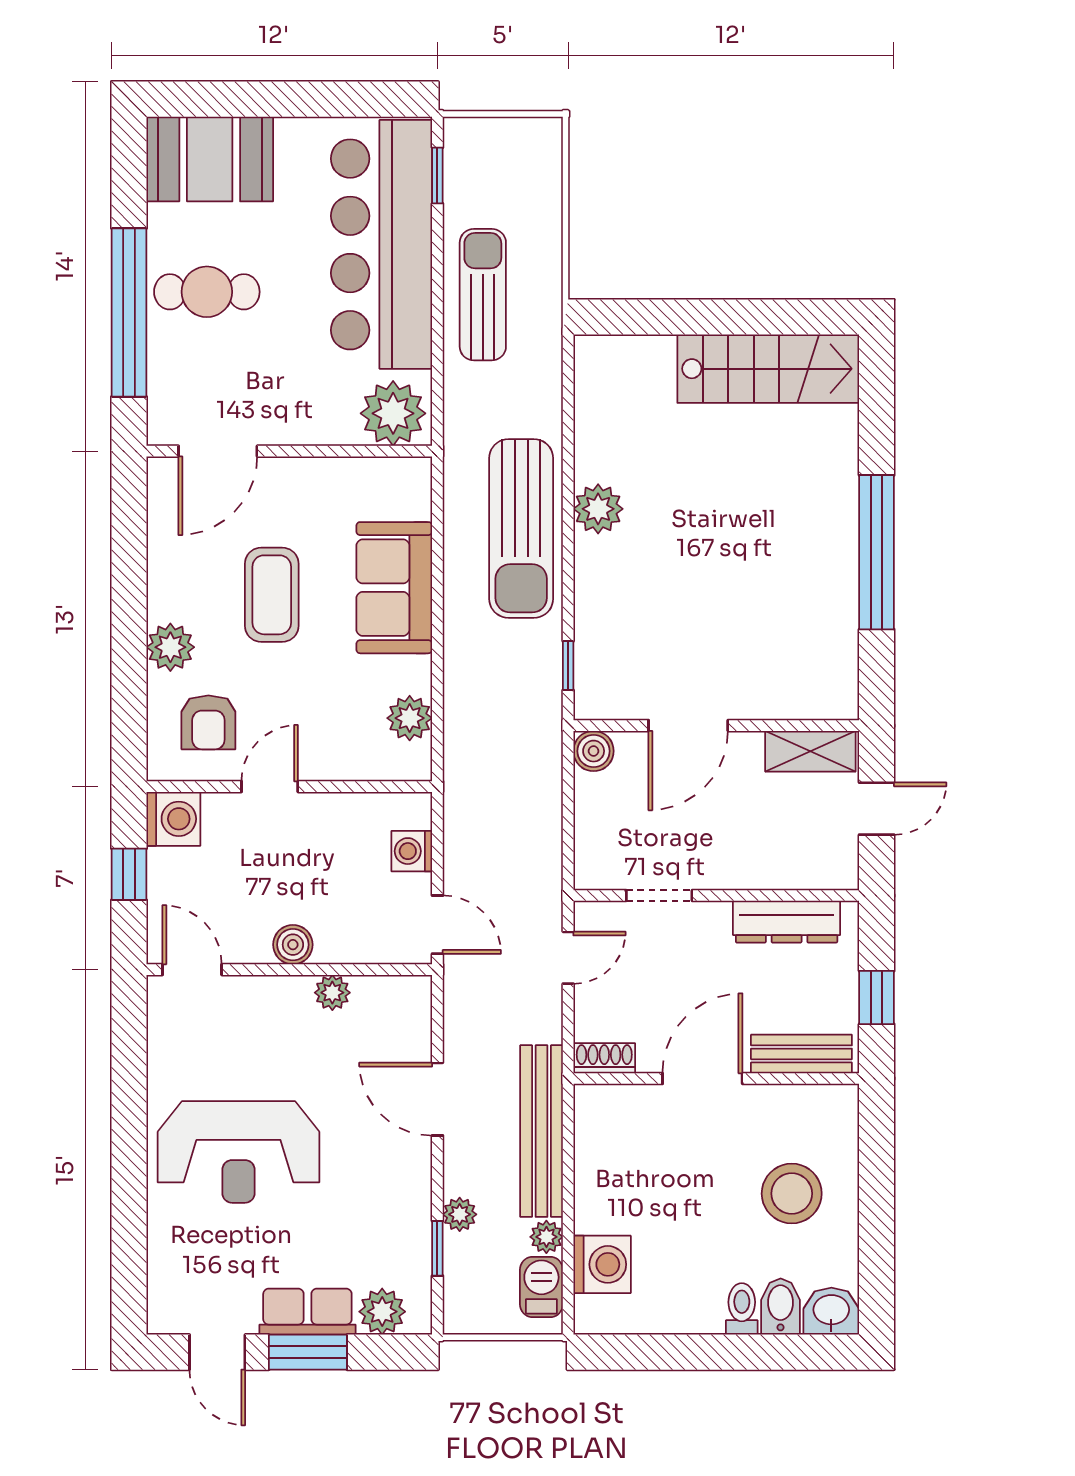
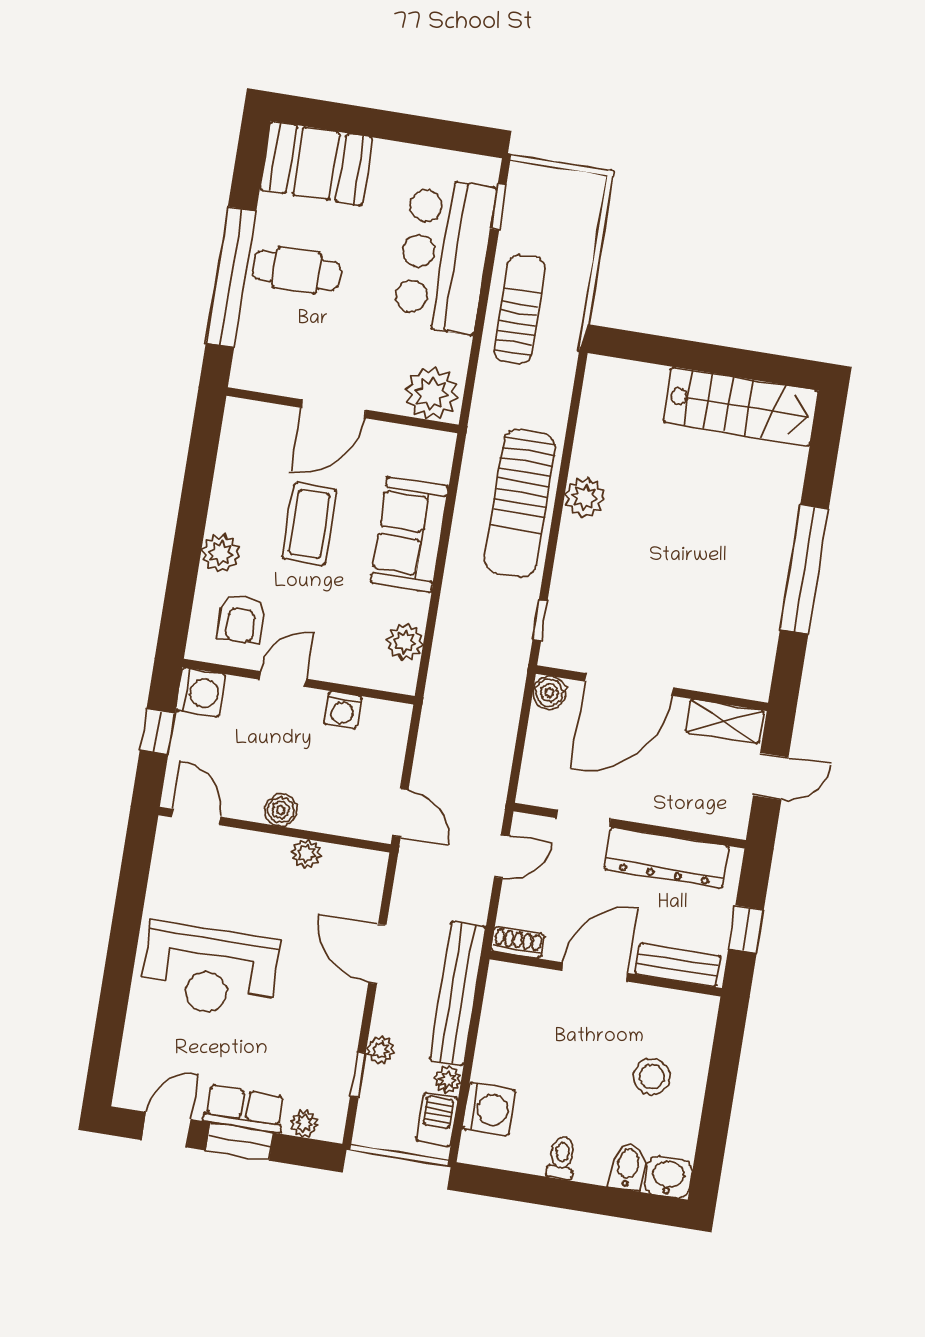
bar counter: (382, 244) -> (444, 255), width x0.73
door: (218, 451) -> (333, 409), moved
door: (688, 726) -> (629, 685), width x1.36
washing machine: (412, 851) -> (342, 710), moved, turned -90
dresser: (787, 922) -> (667, 858), width x1.37, depth x1.24
stool: (792, 1194) -> (652, 1077), width x0.73, depth x0.73
toilet: (742, 1309) -> (562, 1158), moved
plant: (382, 1312) -> (304, 1124), width x0.73, depth x0.73
door: (217, 1352) -> (166, 1130), swing flipped

